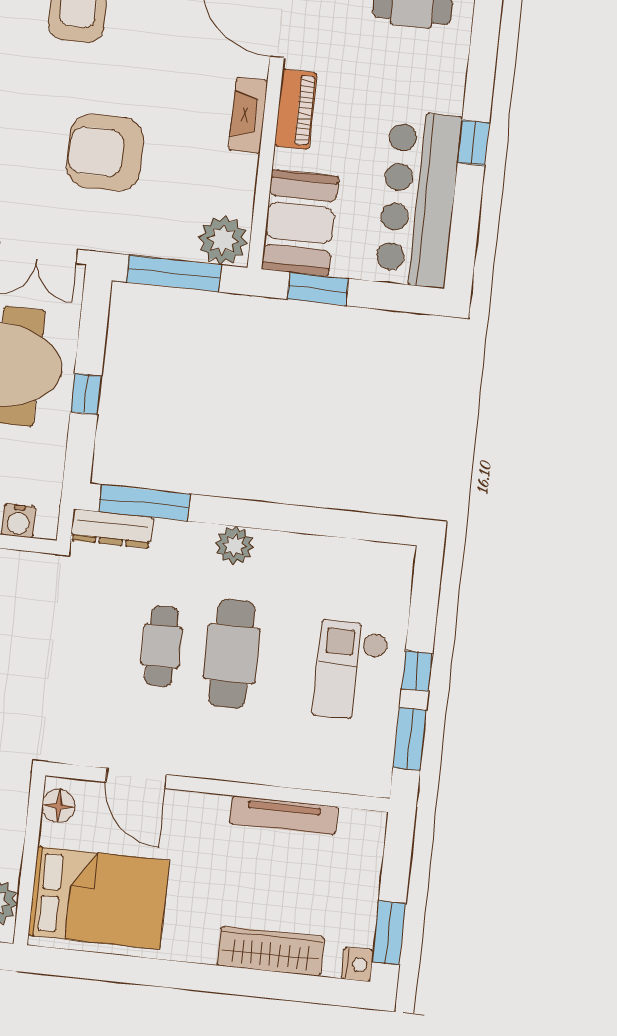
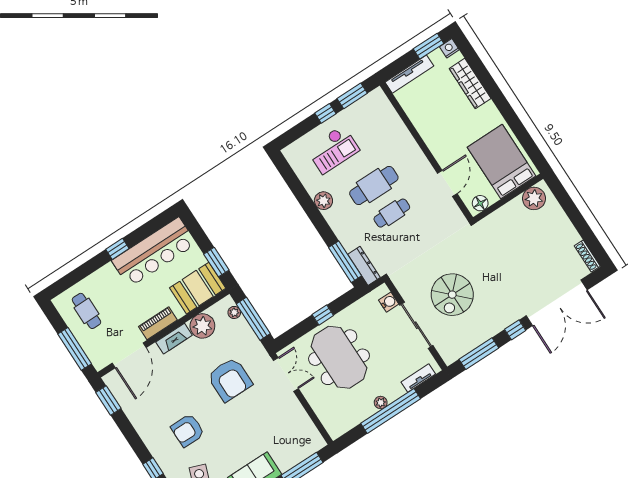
plant: (231, 179) -> (202, 326), added
plant: (223, 240) -> (234, 312), width x0.53, depth x0.53
plant: (235, 545) -> (323, 201), moved
checkout: (351, 671) -> (333, 150), moved
tv unit: (284, 815) -> (409, 74), moved, turned 90

